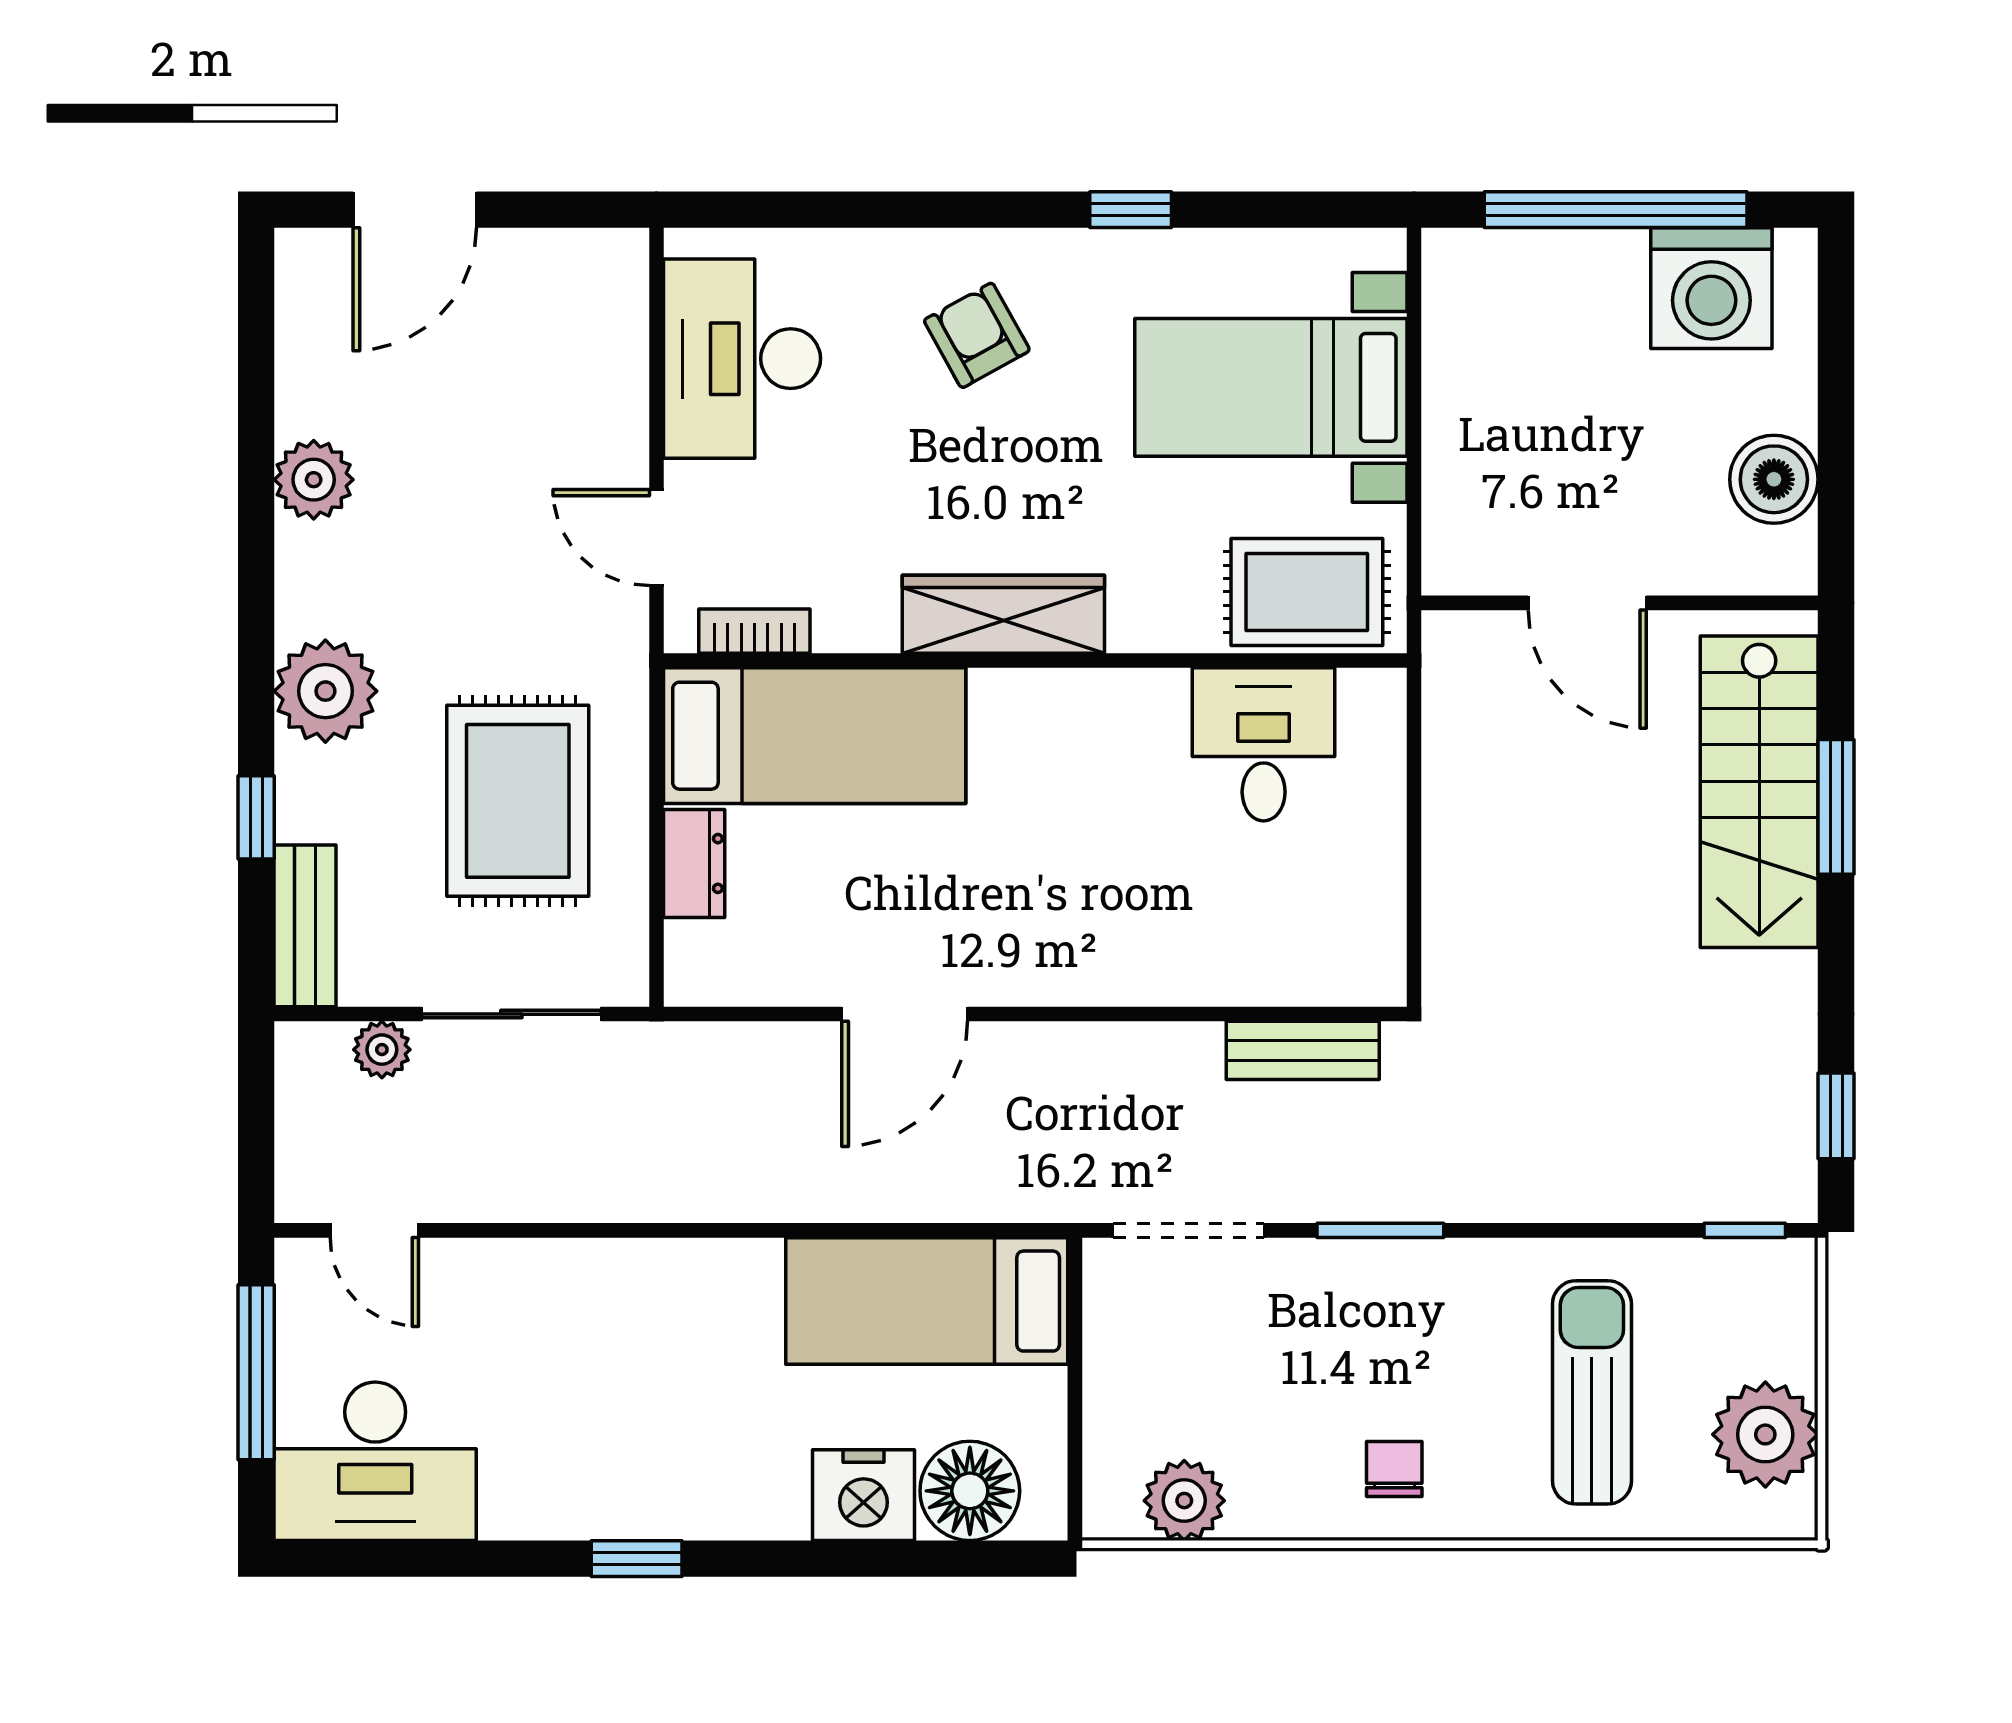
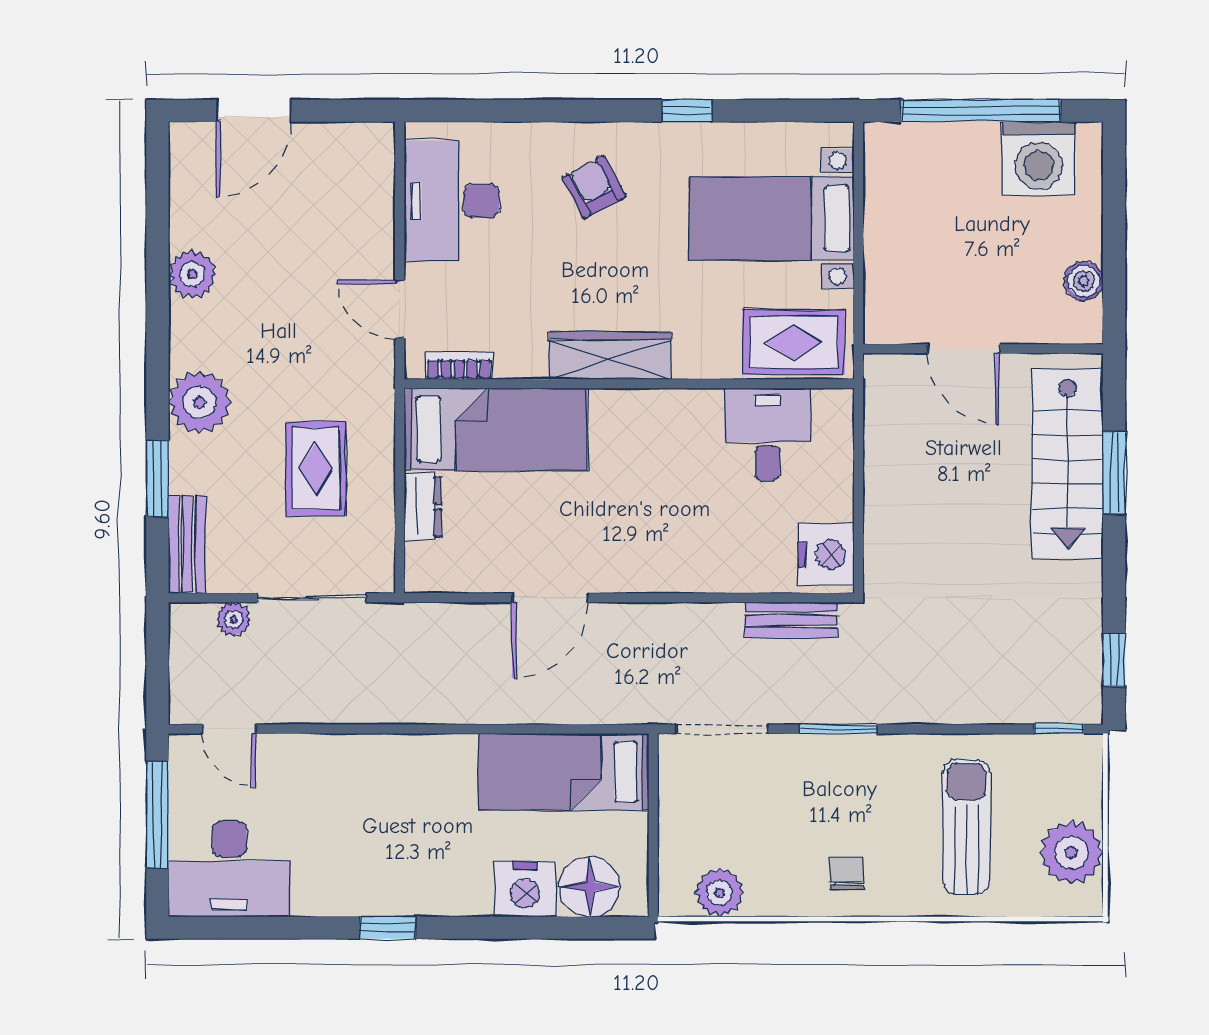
boiler: (1774, 479) -> (1084, 281), width x0.73, depth x0.73
rug: (518, 801) -> (316, 469), width x0.73, depth x0.70
window: (256, 817) -> (157, 479), width x1.50
nightstand: (1360, 943) -> (826, 555), added

